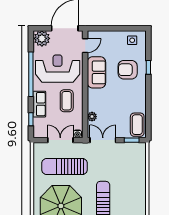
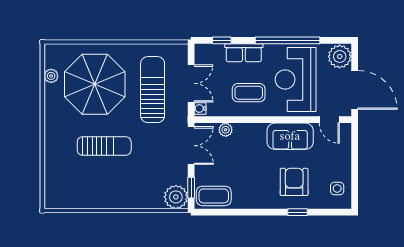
reception desk: (58, 69) -> (296, 79), turned 180
plant: (138, 151) -> (176, 197), added

